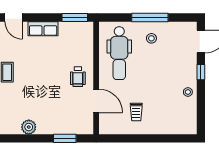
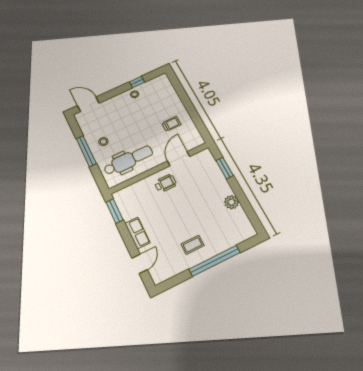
window: (201, 72) -> (137, 82), moved

